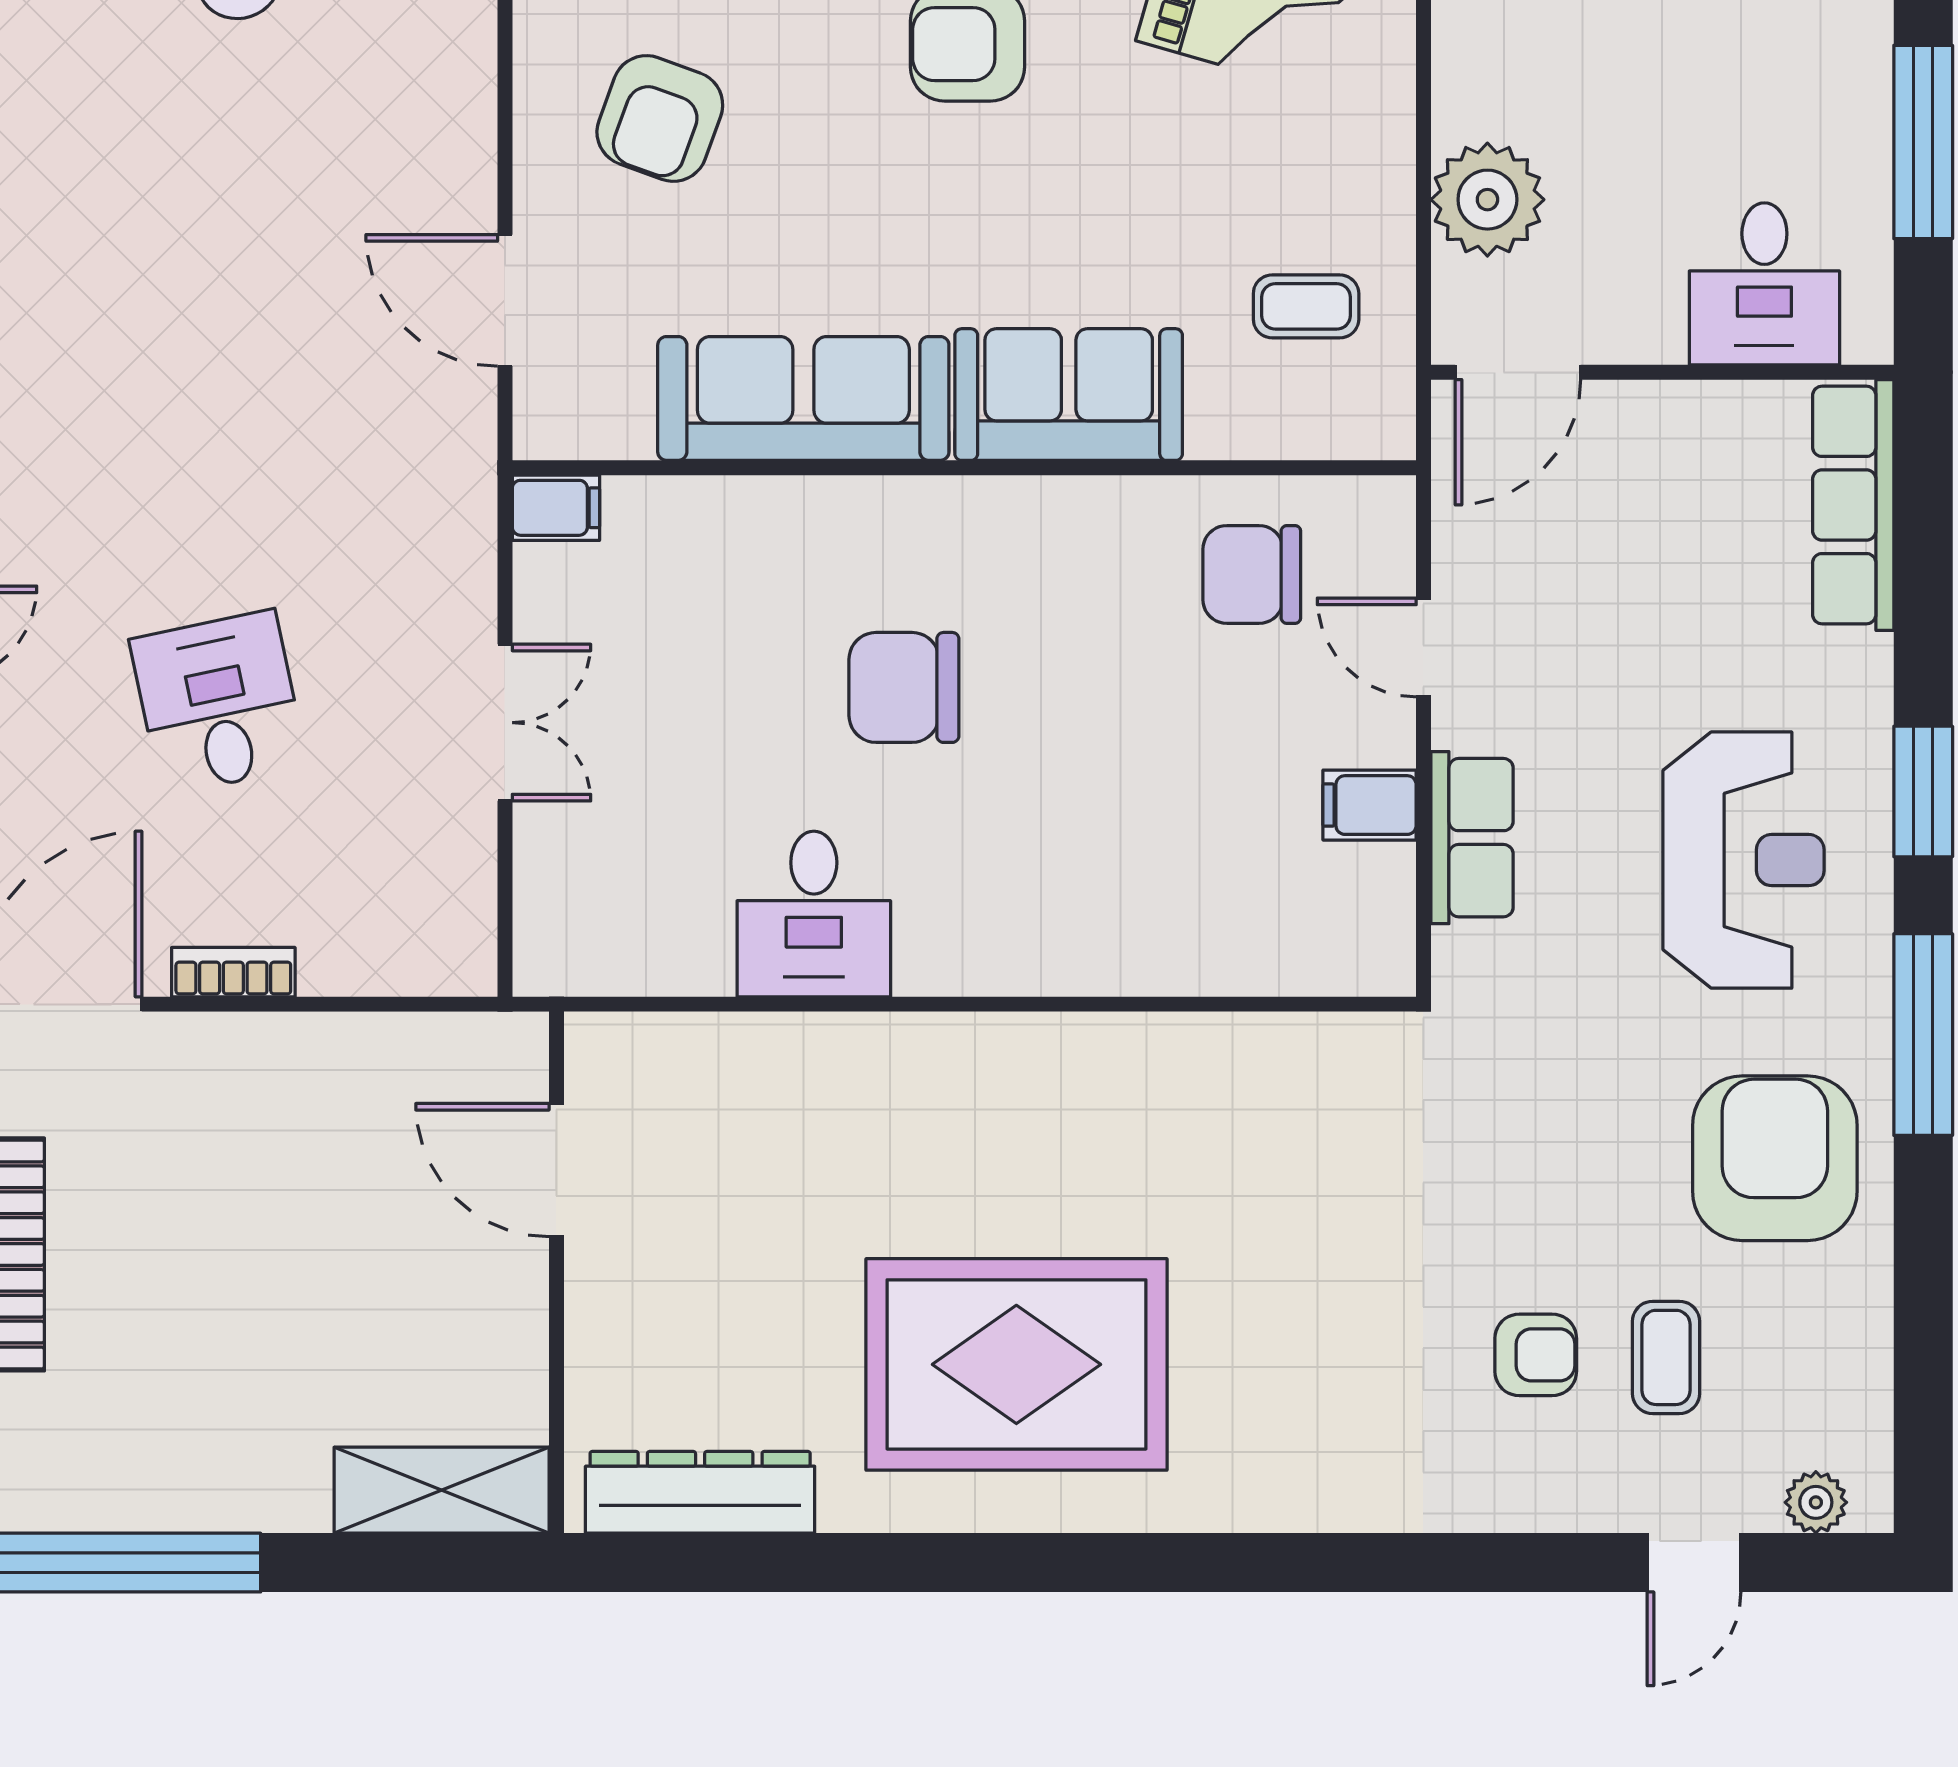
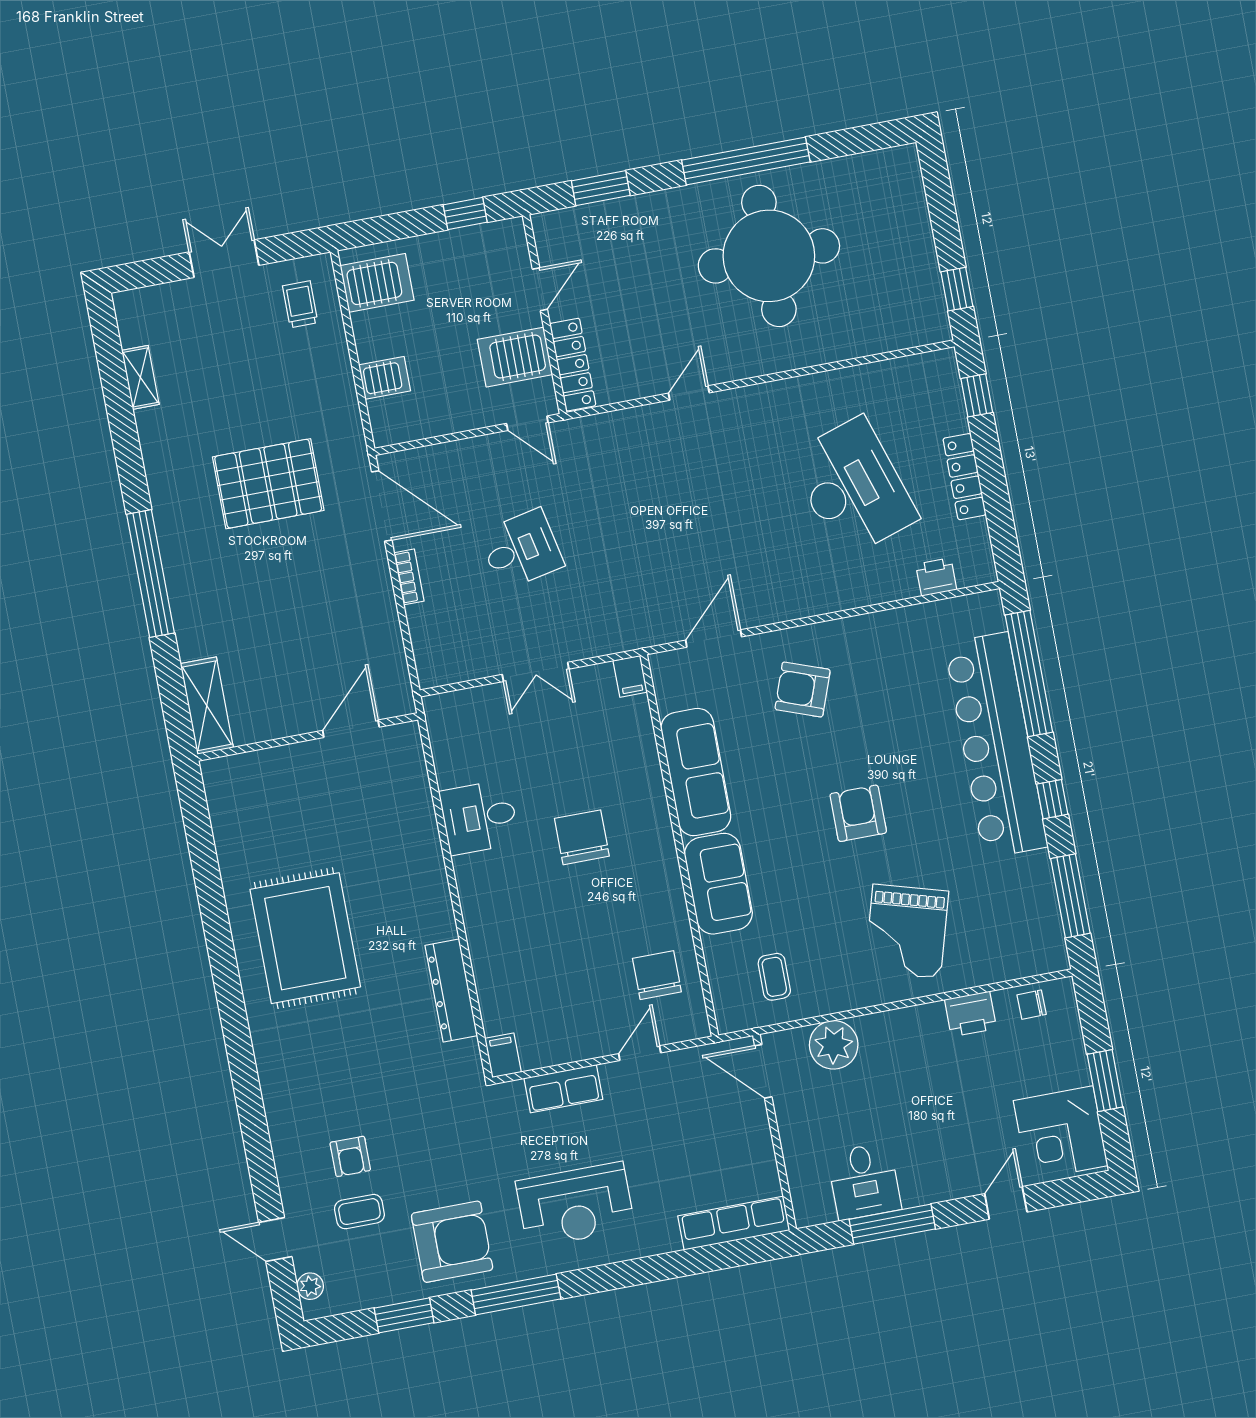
desk: (1764, 284) -> (864, 1181), moved, turned -90
window: (1923, 791) -> (404, 1315), moved
filing cabinet: (1370, 805) -> (503, 1055), moved
dresser: (700, 1492) -> (451, 990), moved, turned 180

